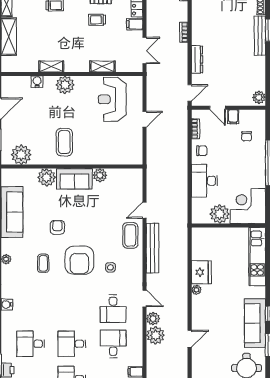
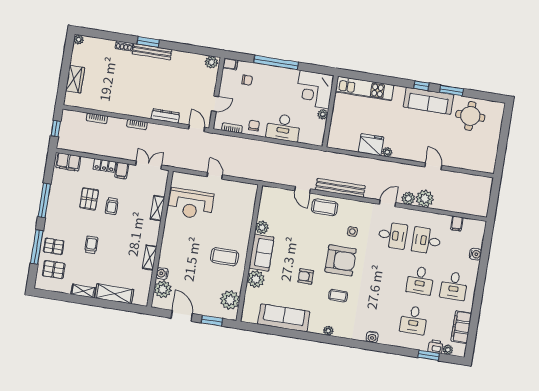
plant: (65, 85) -> (163, 289), moved
filing cabinet: (233, 117) -> (230, 64), moved
plant: (220, 214) -> (323, 114), width x0.53, depth x0.53

